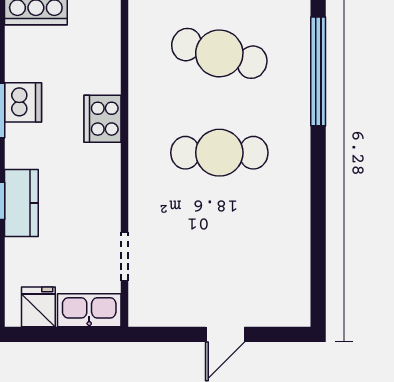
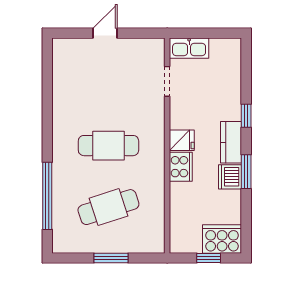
cafe table: (219, 53) -> (108, 207), turned -33
kitchen counter: (21, 203) -> (231, 142), moved
fridge: (38, 307) -> (182, 140), moved, turned -90

